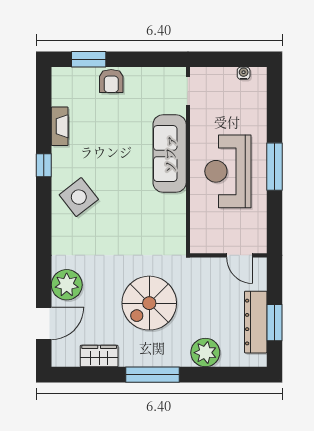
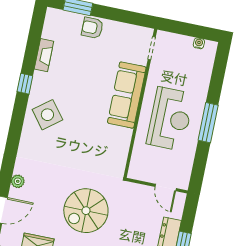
armchair: (111, 81) -> (92, 28), turned 90
reception desk: (228, 171) -> (170, 119), turned 180
plant: (67, 285) -> (18, 181), width x0.53, depth x0.53

